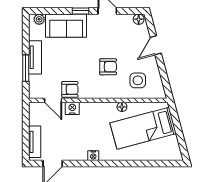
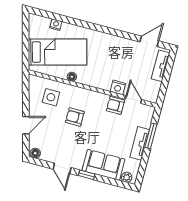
nightstand: (93, 156) -> (56, 25), moved

